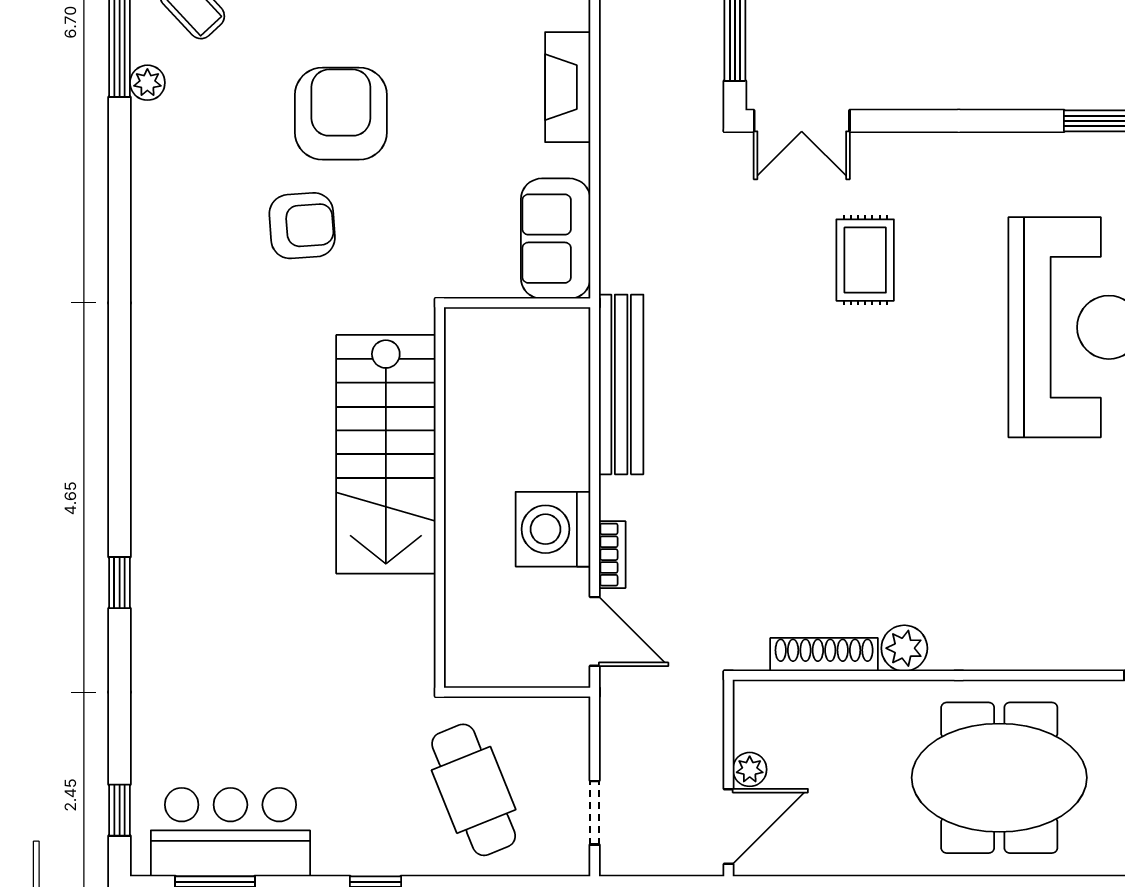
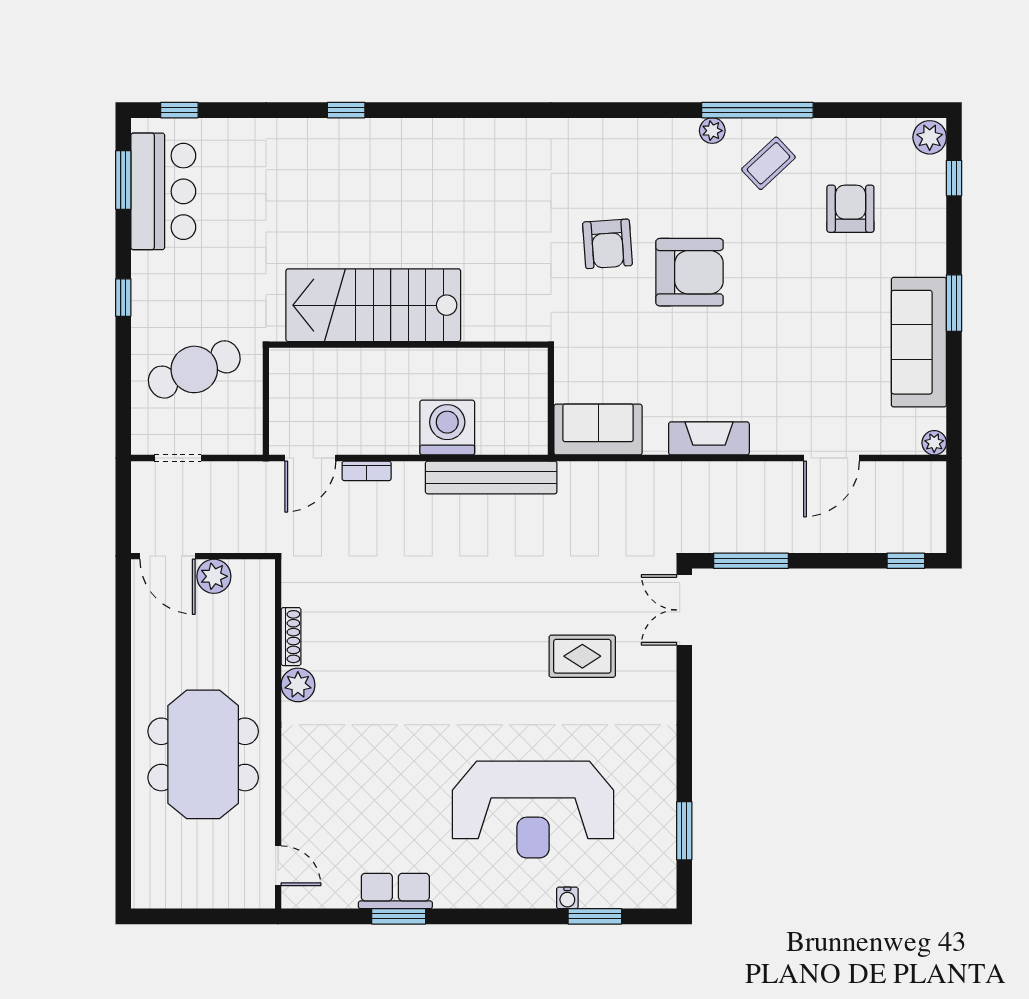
stairs: (386, 454) -> (373, 305), moved
washing machine: (553, 529) -> (447, 428), moved
shoe rack: (824, 655) -> (291, 637), width x0.74, depth x0.81
plant: (750, 769) -> (214, 576), width x1.38, depth x1.38

